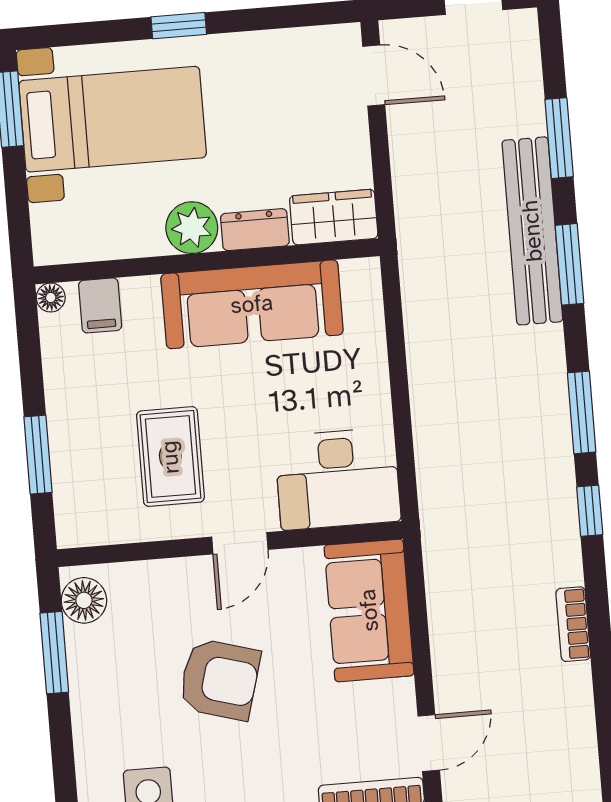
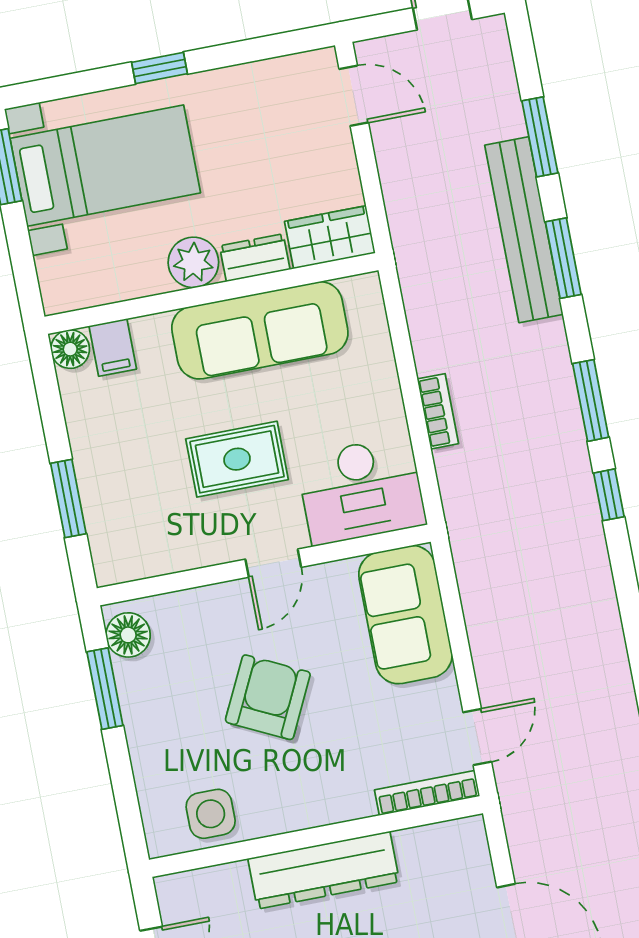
floor lamp: (51, 298) -> (70, 349), width x1.37, depth x1.37
rug: (170, 457) -> (237, 459), moved, turned 90
bookcase: (573, 624) -> (438, 411), moved, turned 180
armchair: (220, 679) -> (268, 697), turned -80

